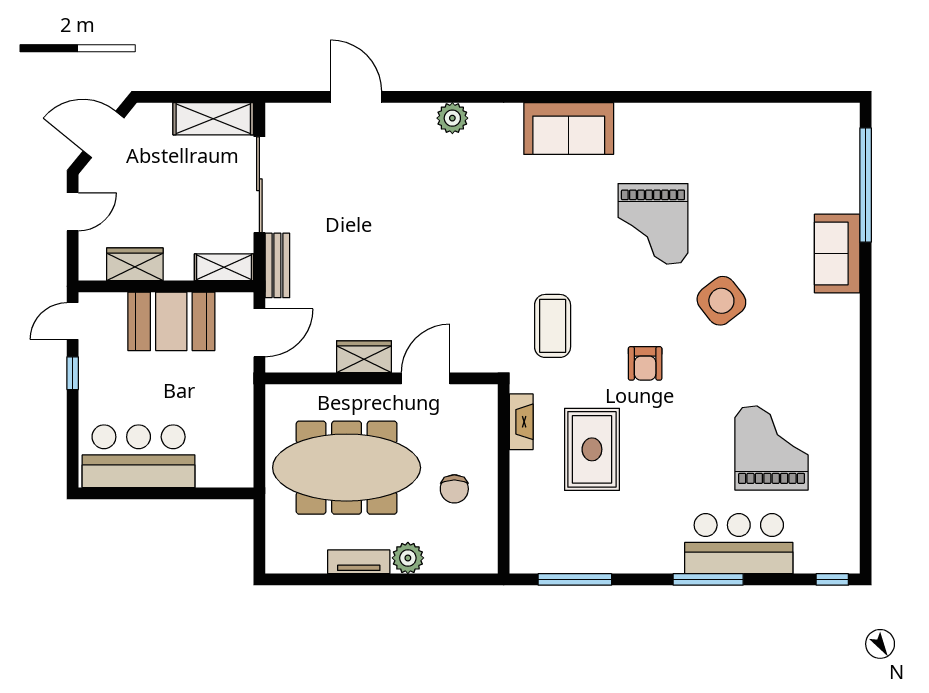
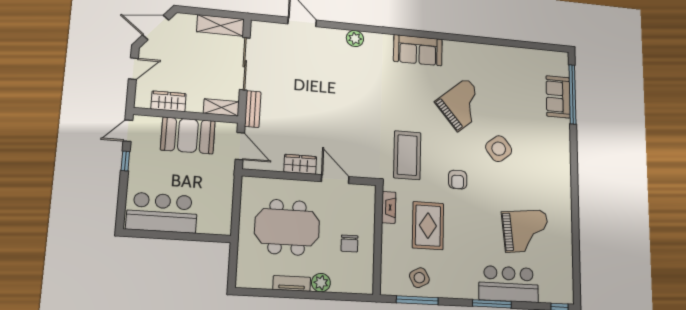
grand piano: (653, 224) -> (462, 105), turned -130
sofa: (837, 253) -> (558, 97), moved
coffee table: (553, 326) -> (407, 155), width x1.36, depth x1.32
door: (259, 333) -> (240, 146), hinge flipped
door: (426, 378) -> (335, 179), hinge flipped
grand piano: (772, 448) -> (526, 231), turned 84
meeting table: (347, 468) -> (287, 227), width x0.73
side table: (578, 541) -> (419, 278), added

